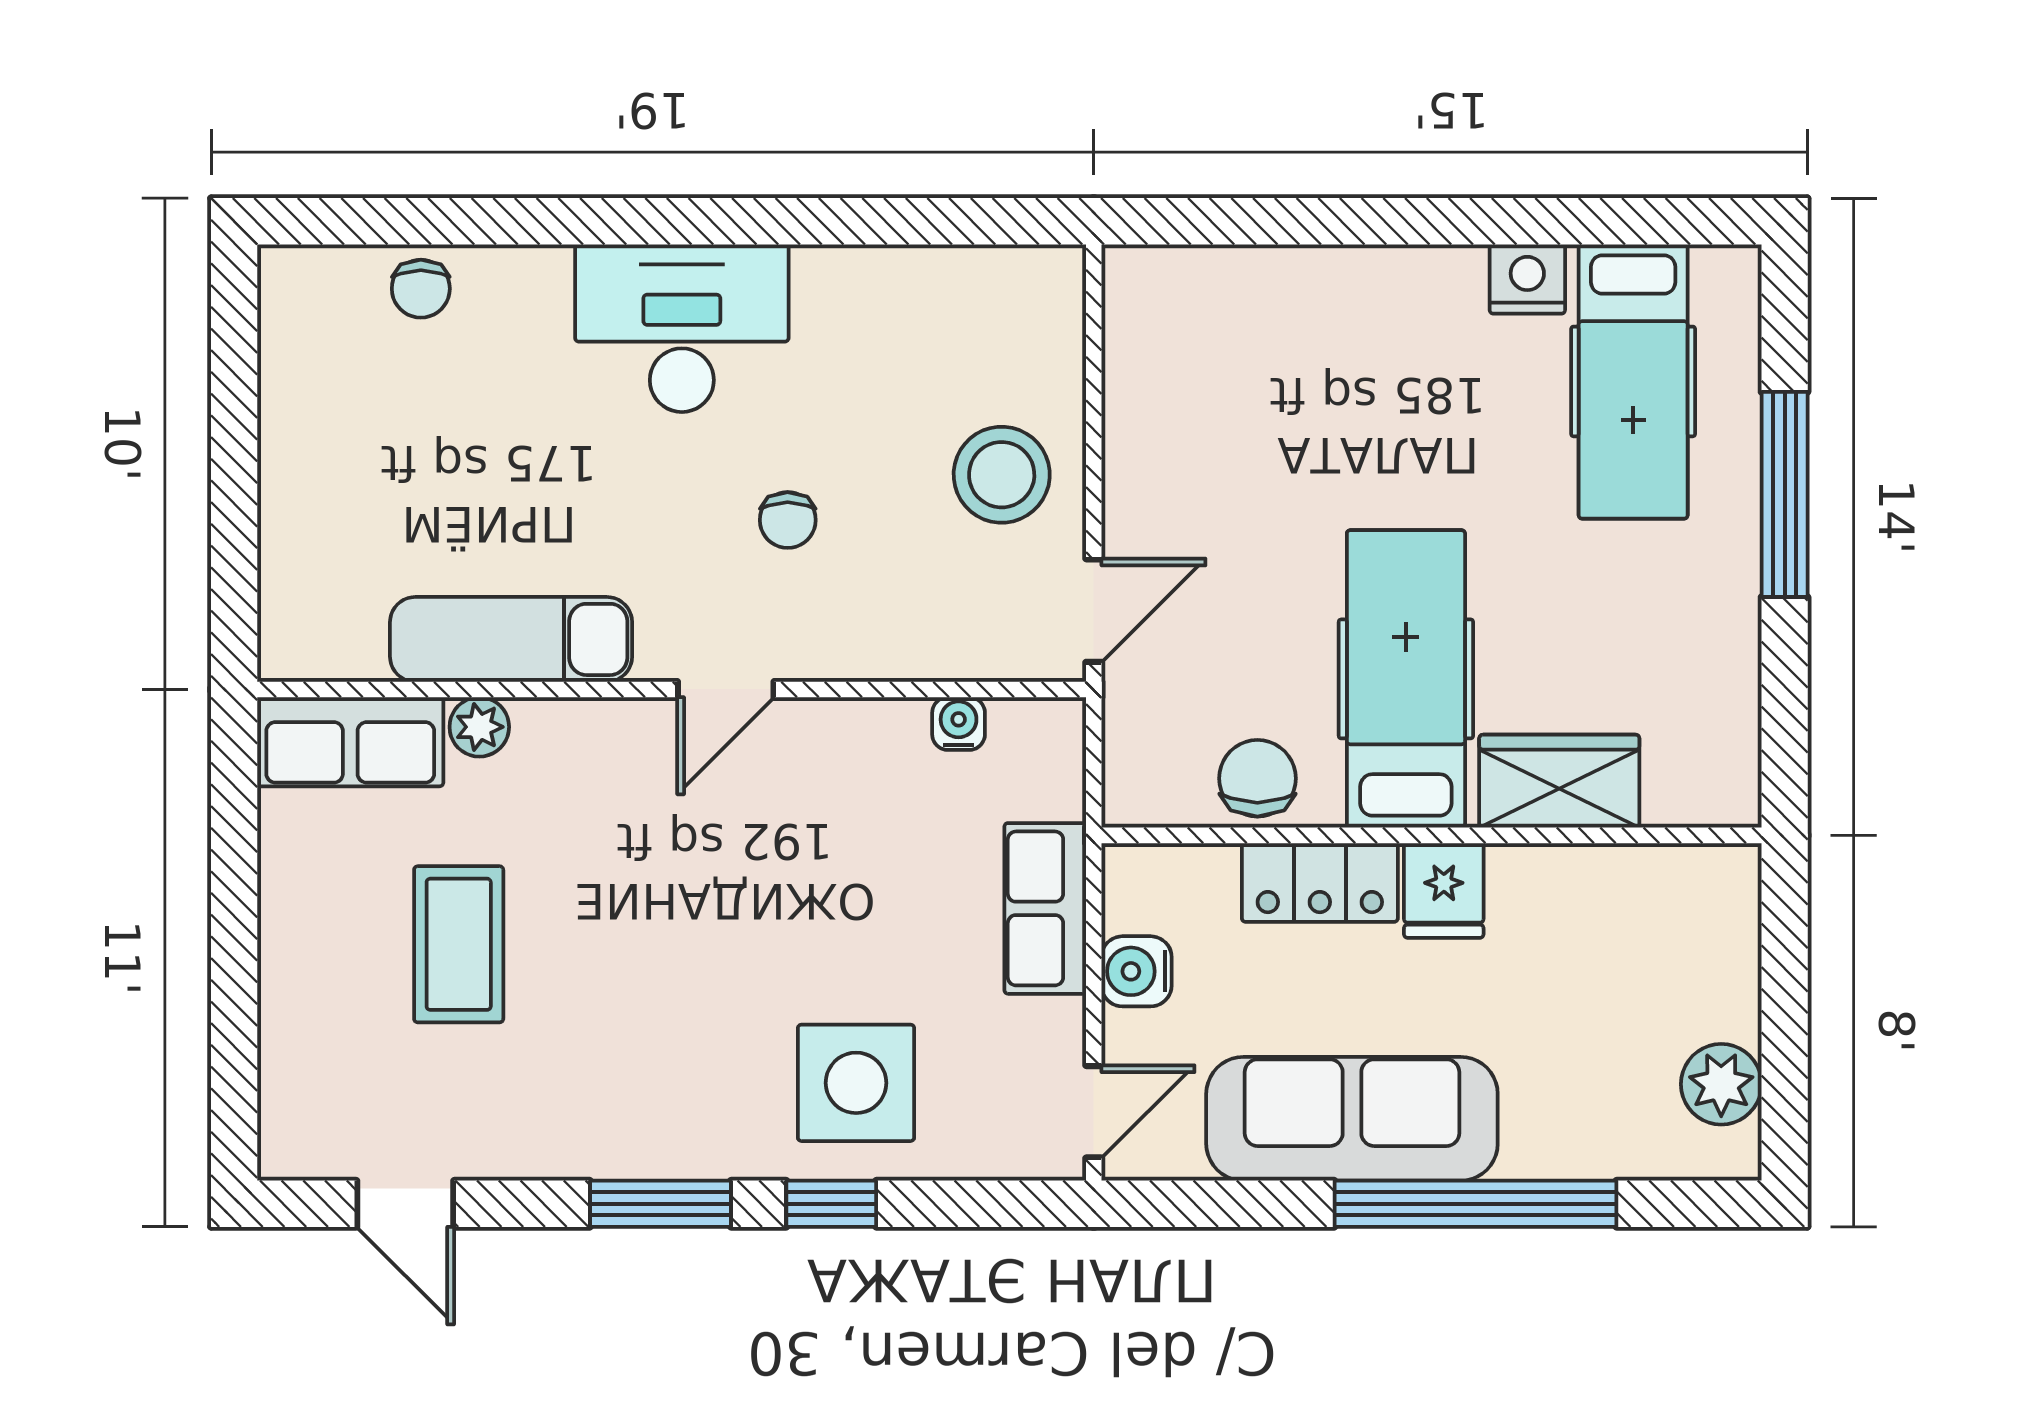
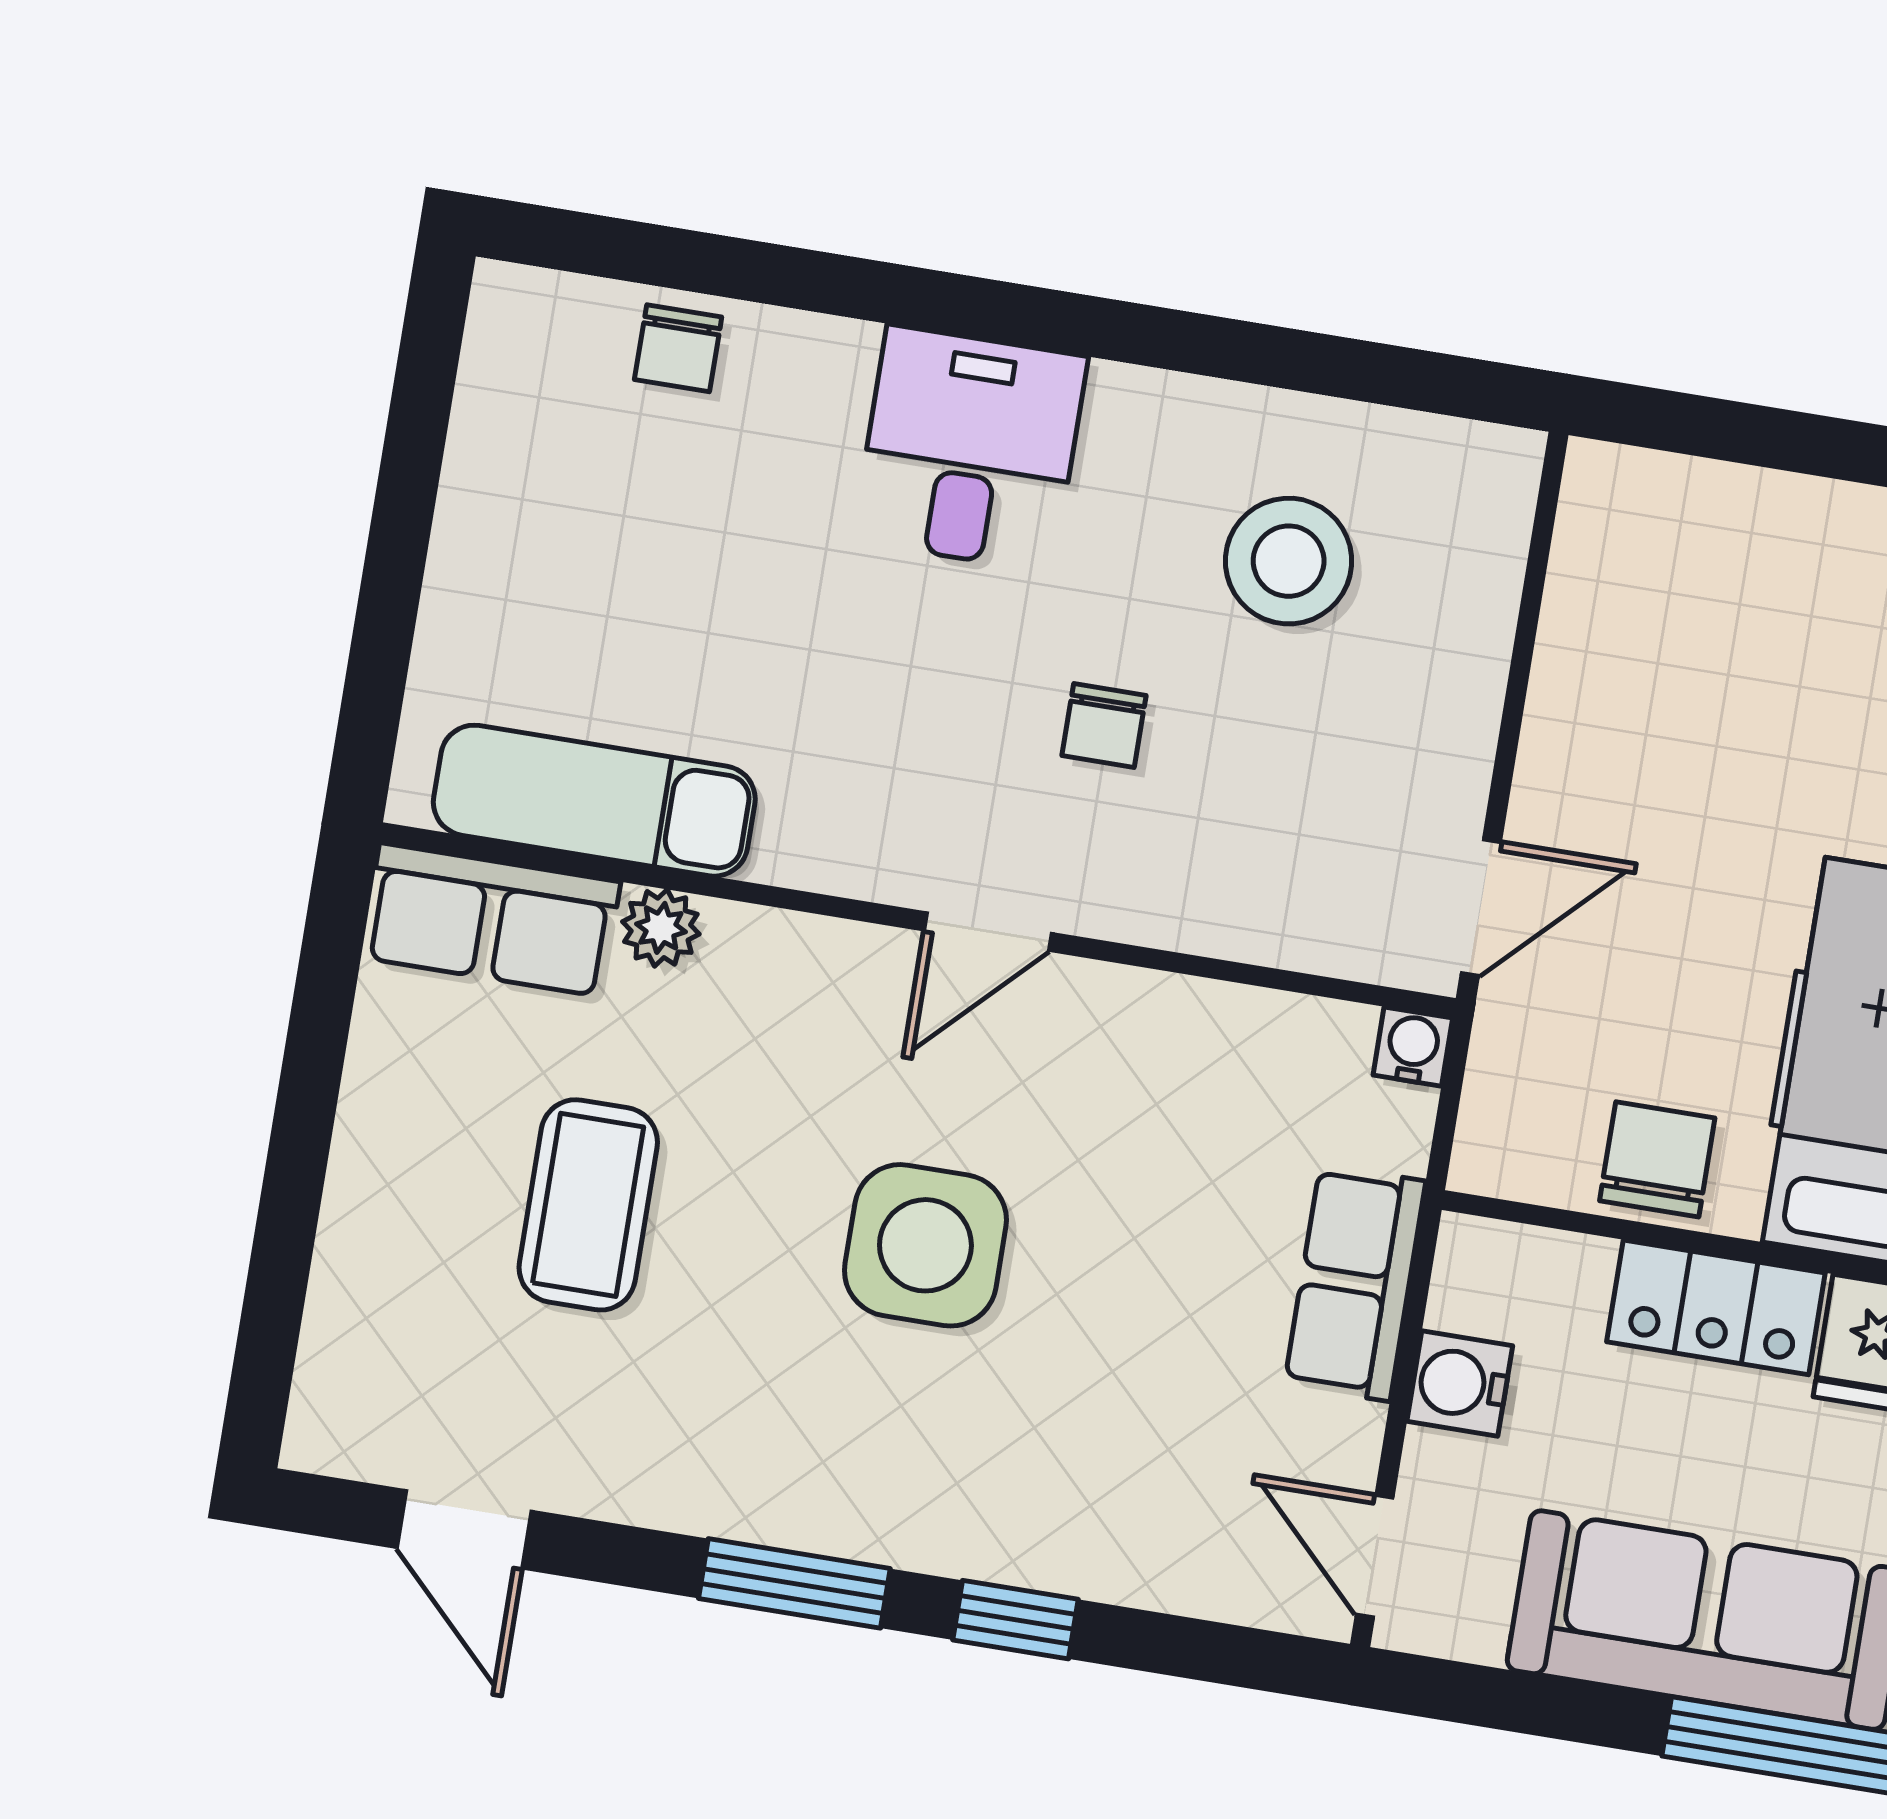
desk: (682, 328) -> (970, 449), width x0.73
stool: (1002, 475) -> (1289, 561), moved
exam couch: (511, 639) -> (594, 801), moved
water cooler: (959, 724) -> (1413, 1047), moved
side table: (856, 1083) -> (925, 1245), moved
door: (1094, 1112) -> (1375, 1556), swing flipped

